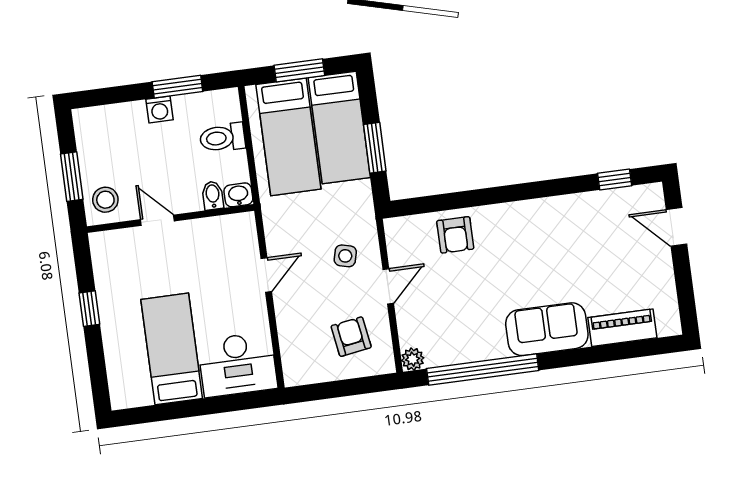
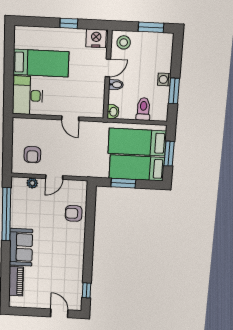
window: (72, 177) -> (151, 27), moved
bidet: (213, 195) -> (116, 85), moved
door: (677, 227) -> (59, 313), hinge flipped
nightstand: (107, 253) -> (96, 38), added
side table: (345, 256) -> (73, 159), removed
door: (388, 286) -> (54, 177), hinge flipped
armchair: (351, 337) -> (32, 155), turned 99
plant: (413, 359) -> (32, 183), moved

